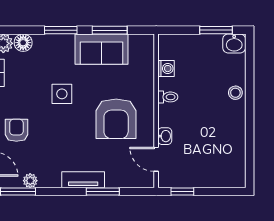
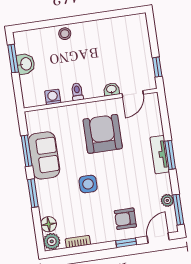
washbasin: (234, 43) -> (26, 64), moved
armchair: (116, 119) -> (103, 134), turned -90
window: (103, 191) -> (170, 155), moved

